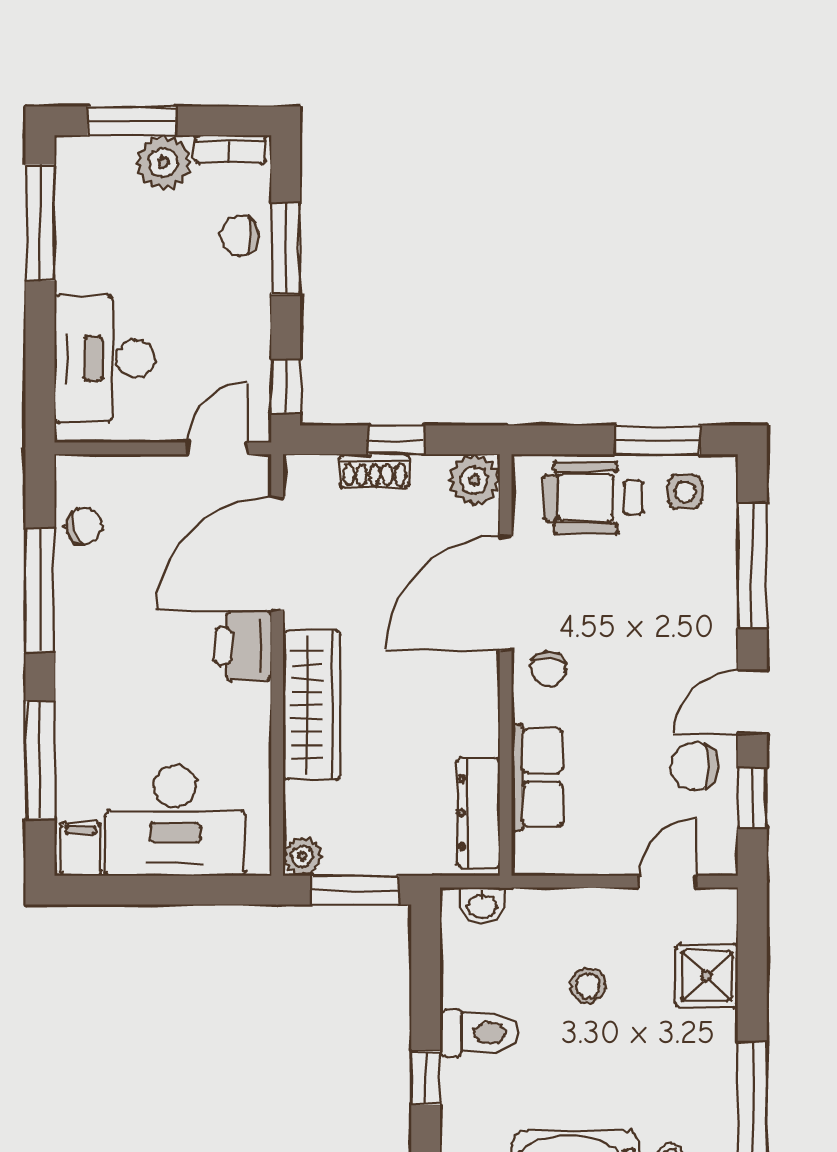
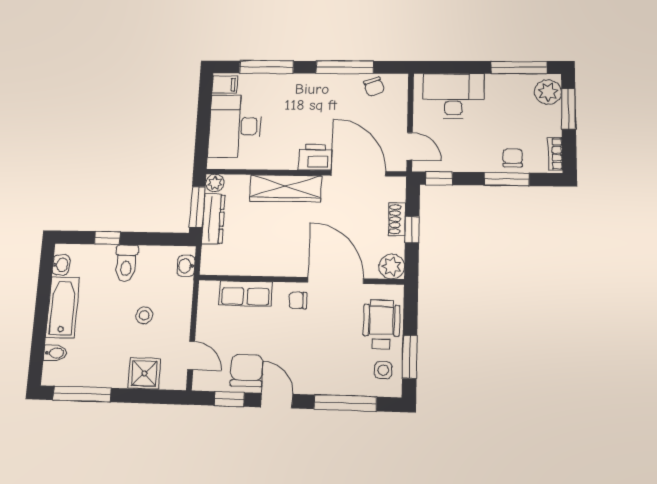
plant: (163, 163) -> (548, 92), moved
chair: (694, 766) -> (247, 370), width x1.37, depth x1.37
dresser: (478, 813) -> (213, 219), moved, turned 90

